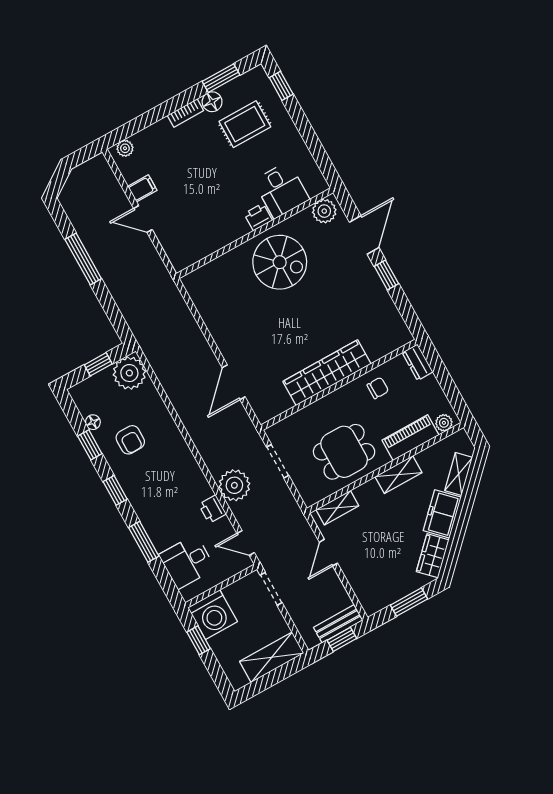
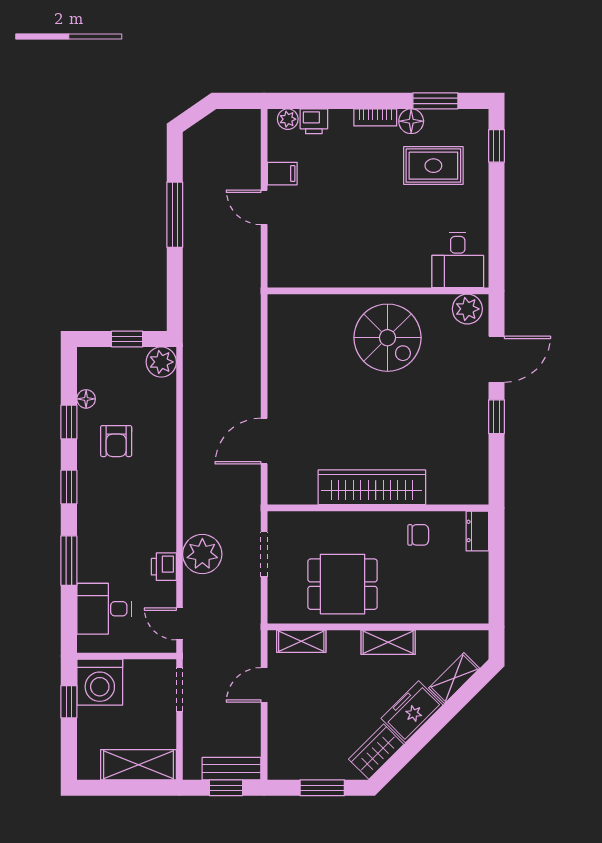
desk: (281, 190) -> (458, 260), moved
printer: (258, 217) -> (314, 121), moved, turned 180
plant: (129, 373) -> (161, 362), width x0.73, depth x0.73
plant: (444, 423) -> (469, 613), removed
piano: (410, 438) -> (424, 609), removed

